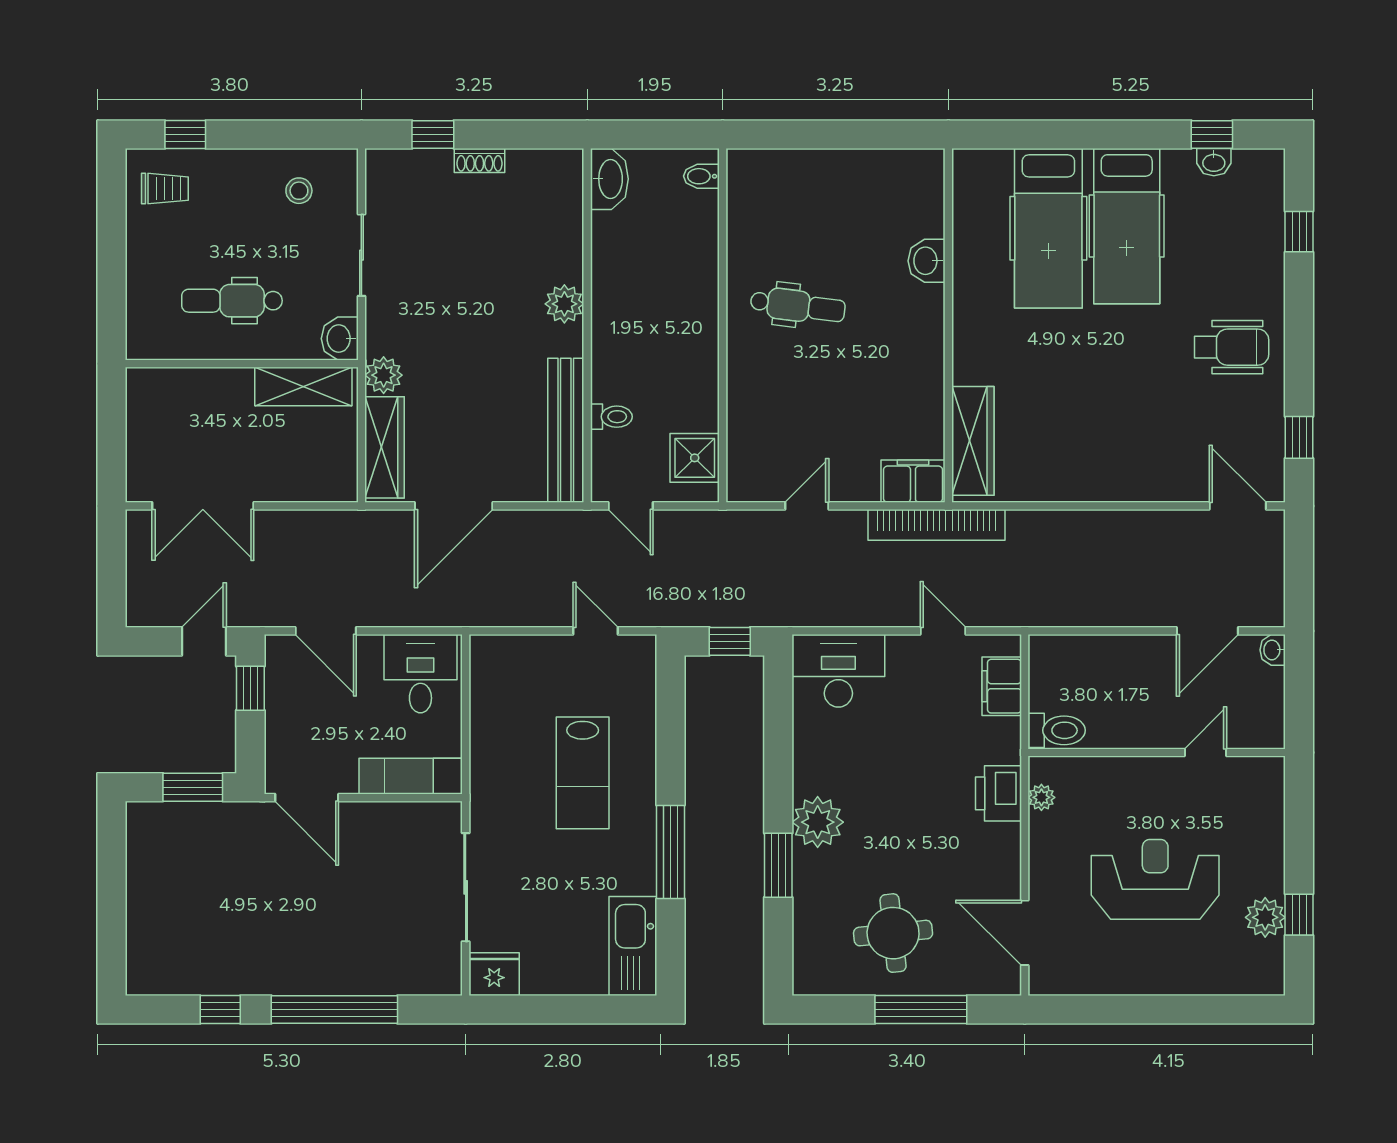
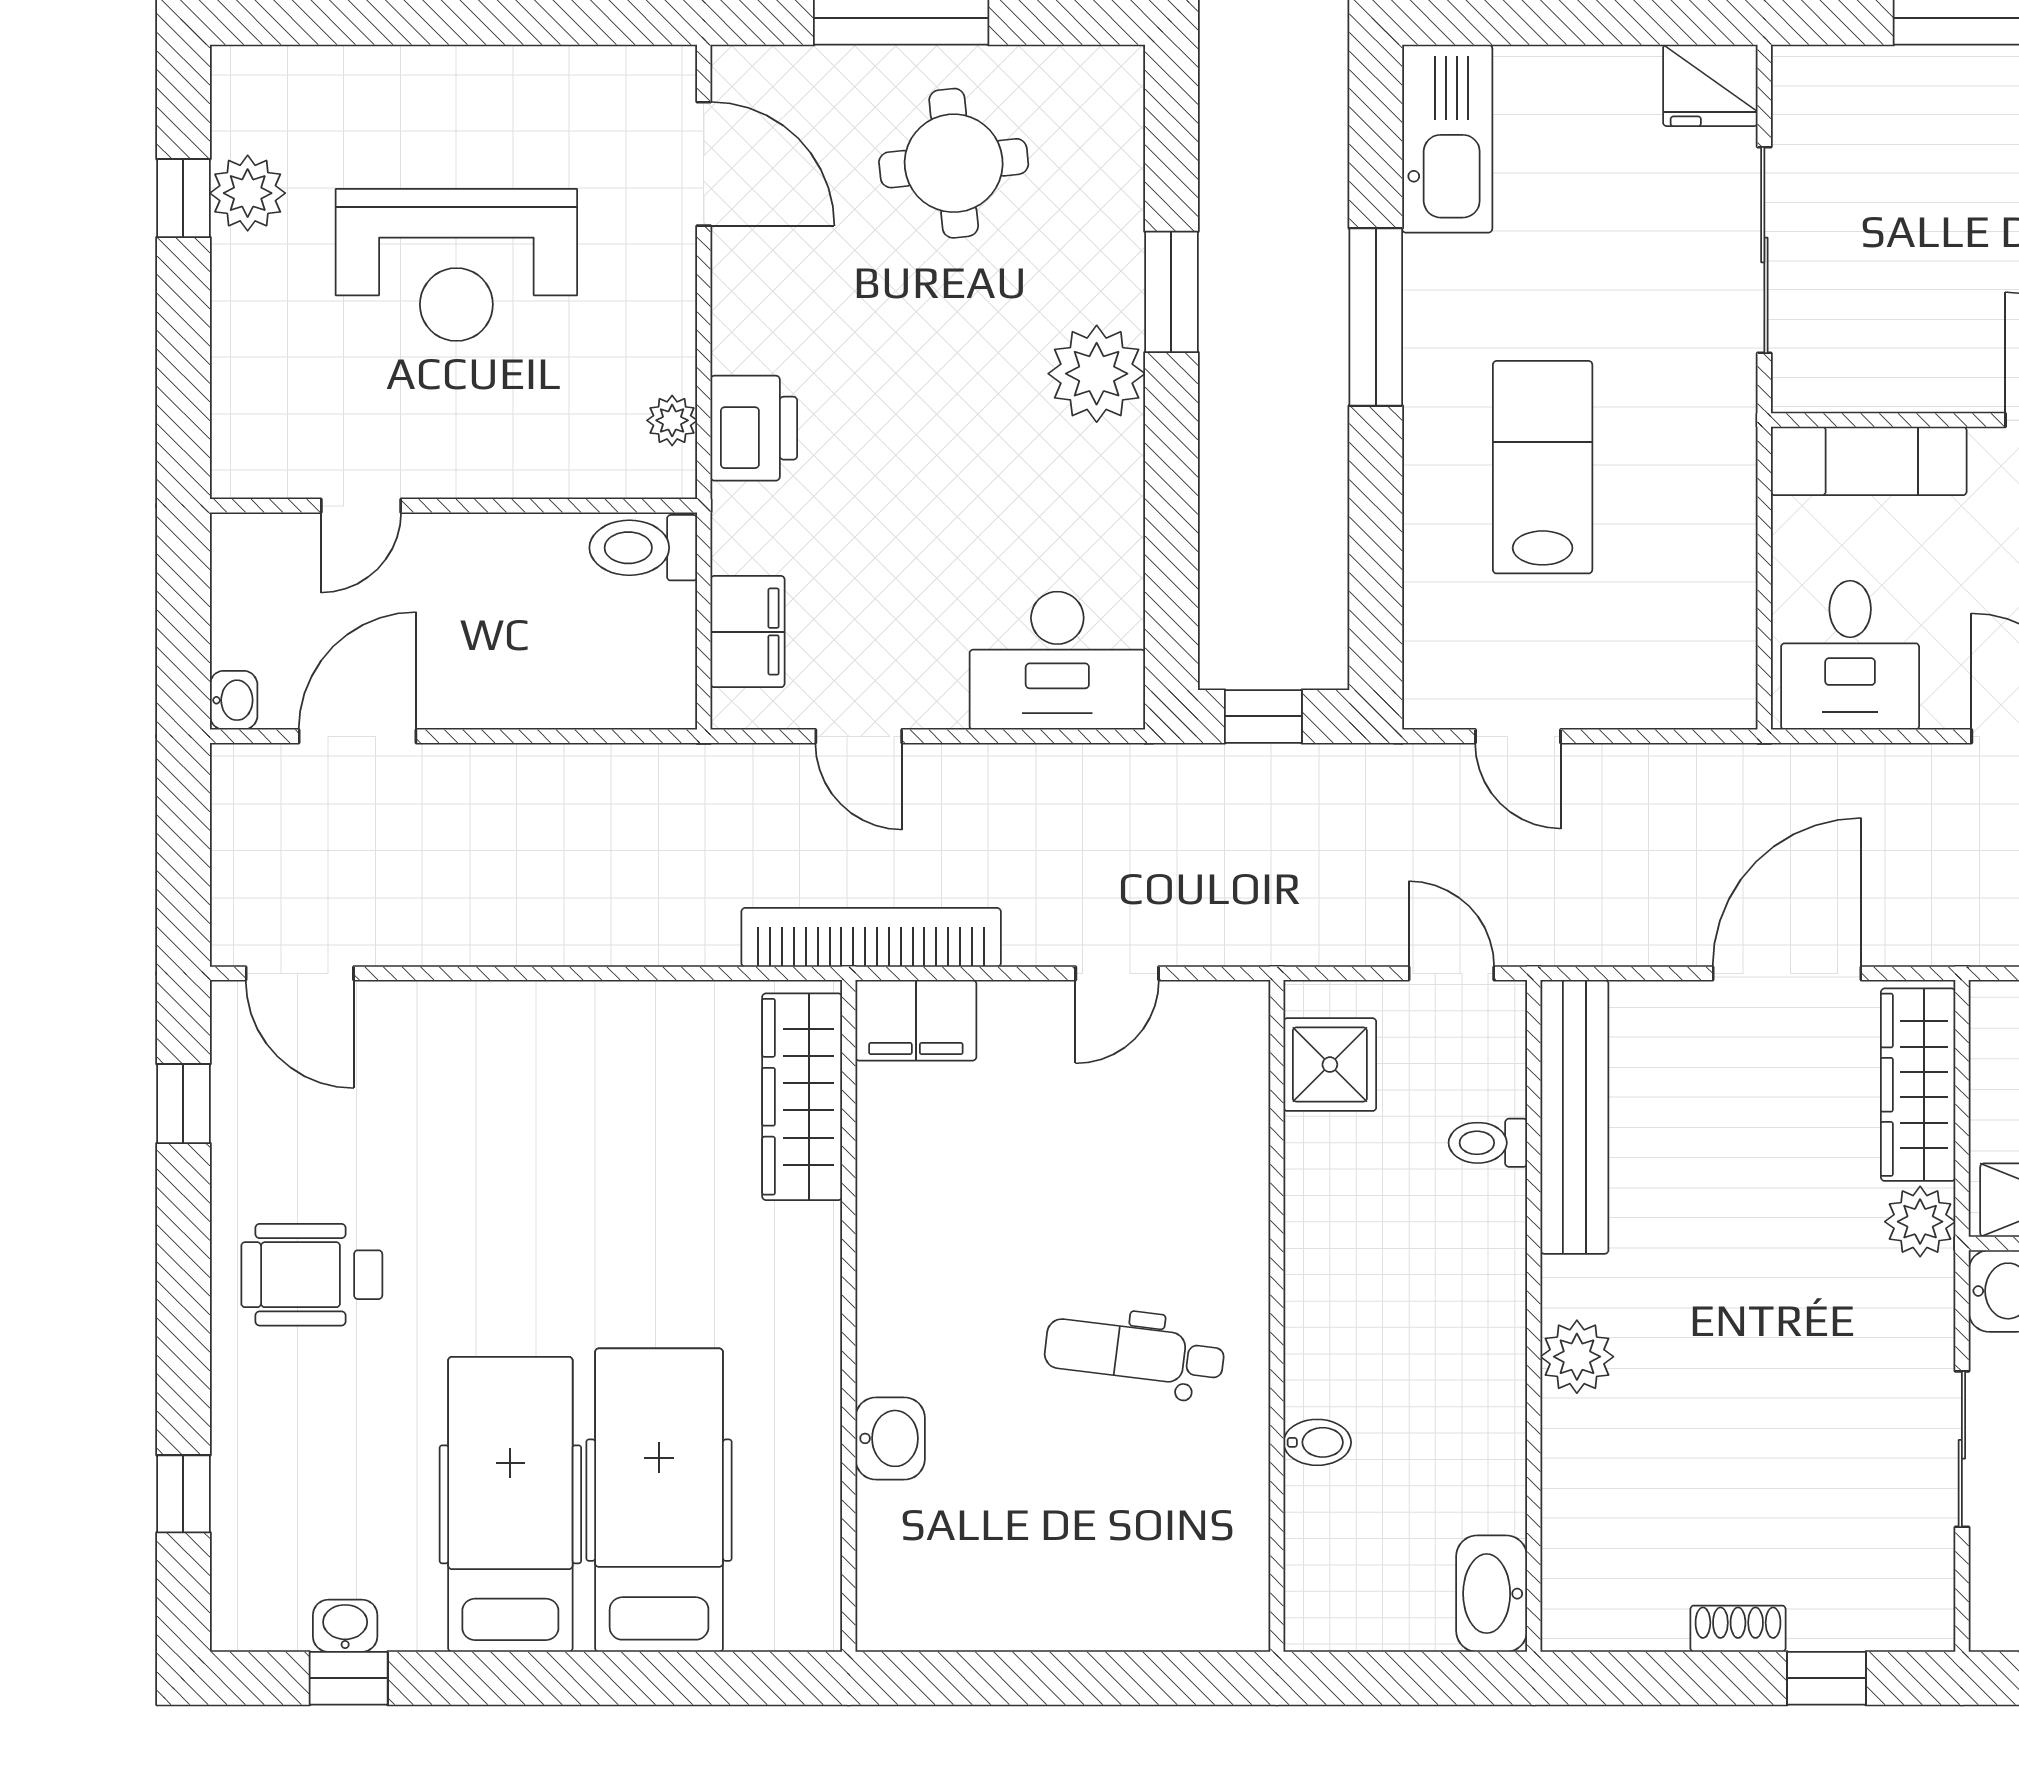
bidet: (701, 176) -> (1317, 1442), moved

